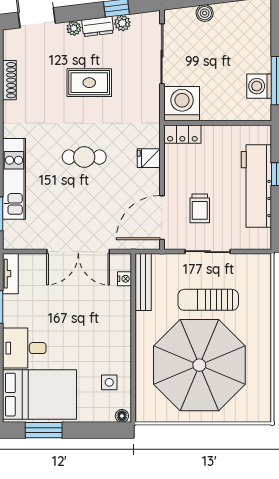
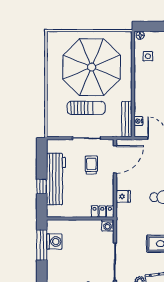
washing machine: (182, 104) -> (108, 225), width x0.53, depth x0.53

